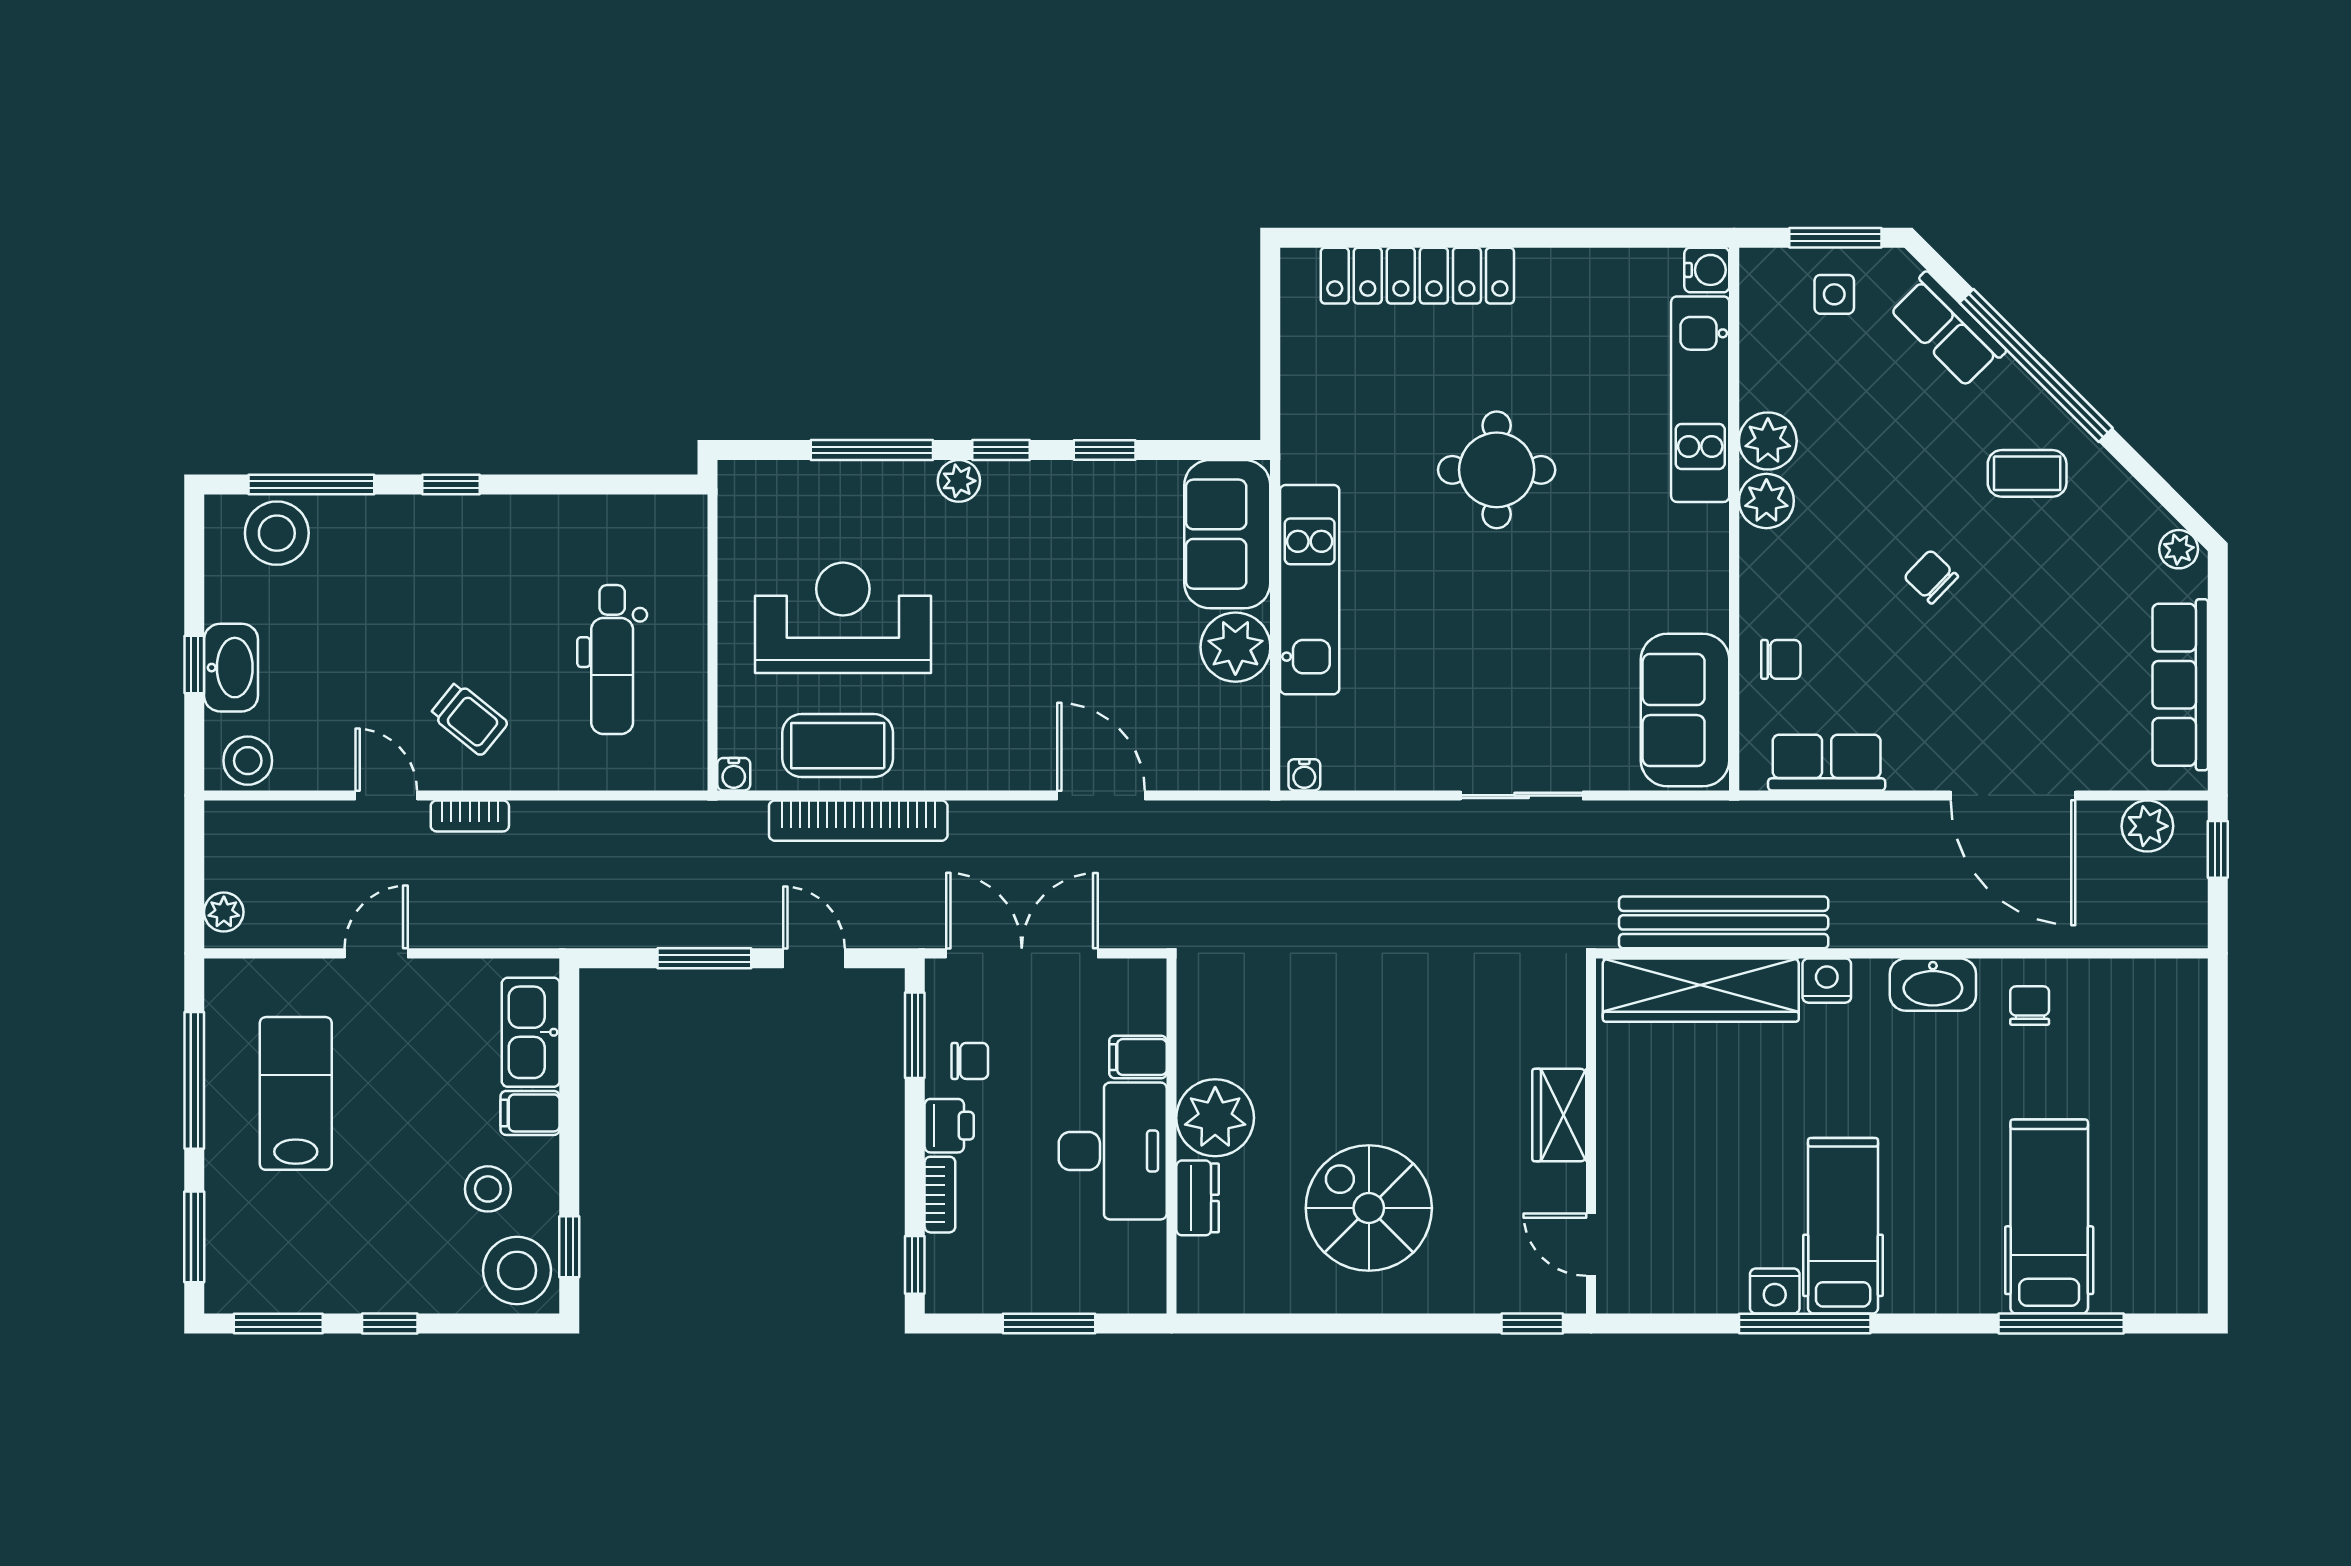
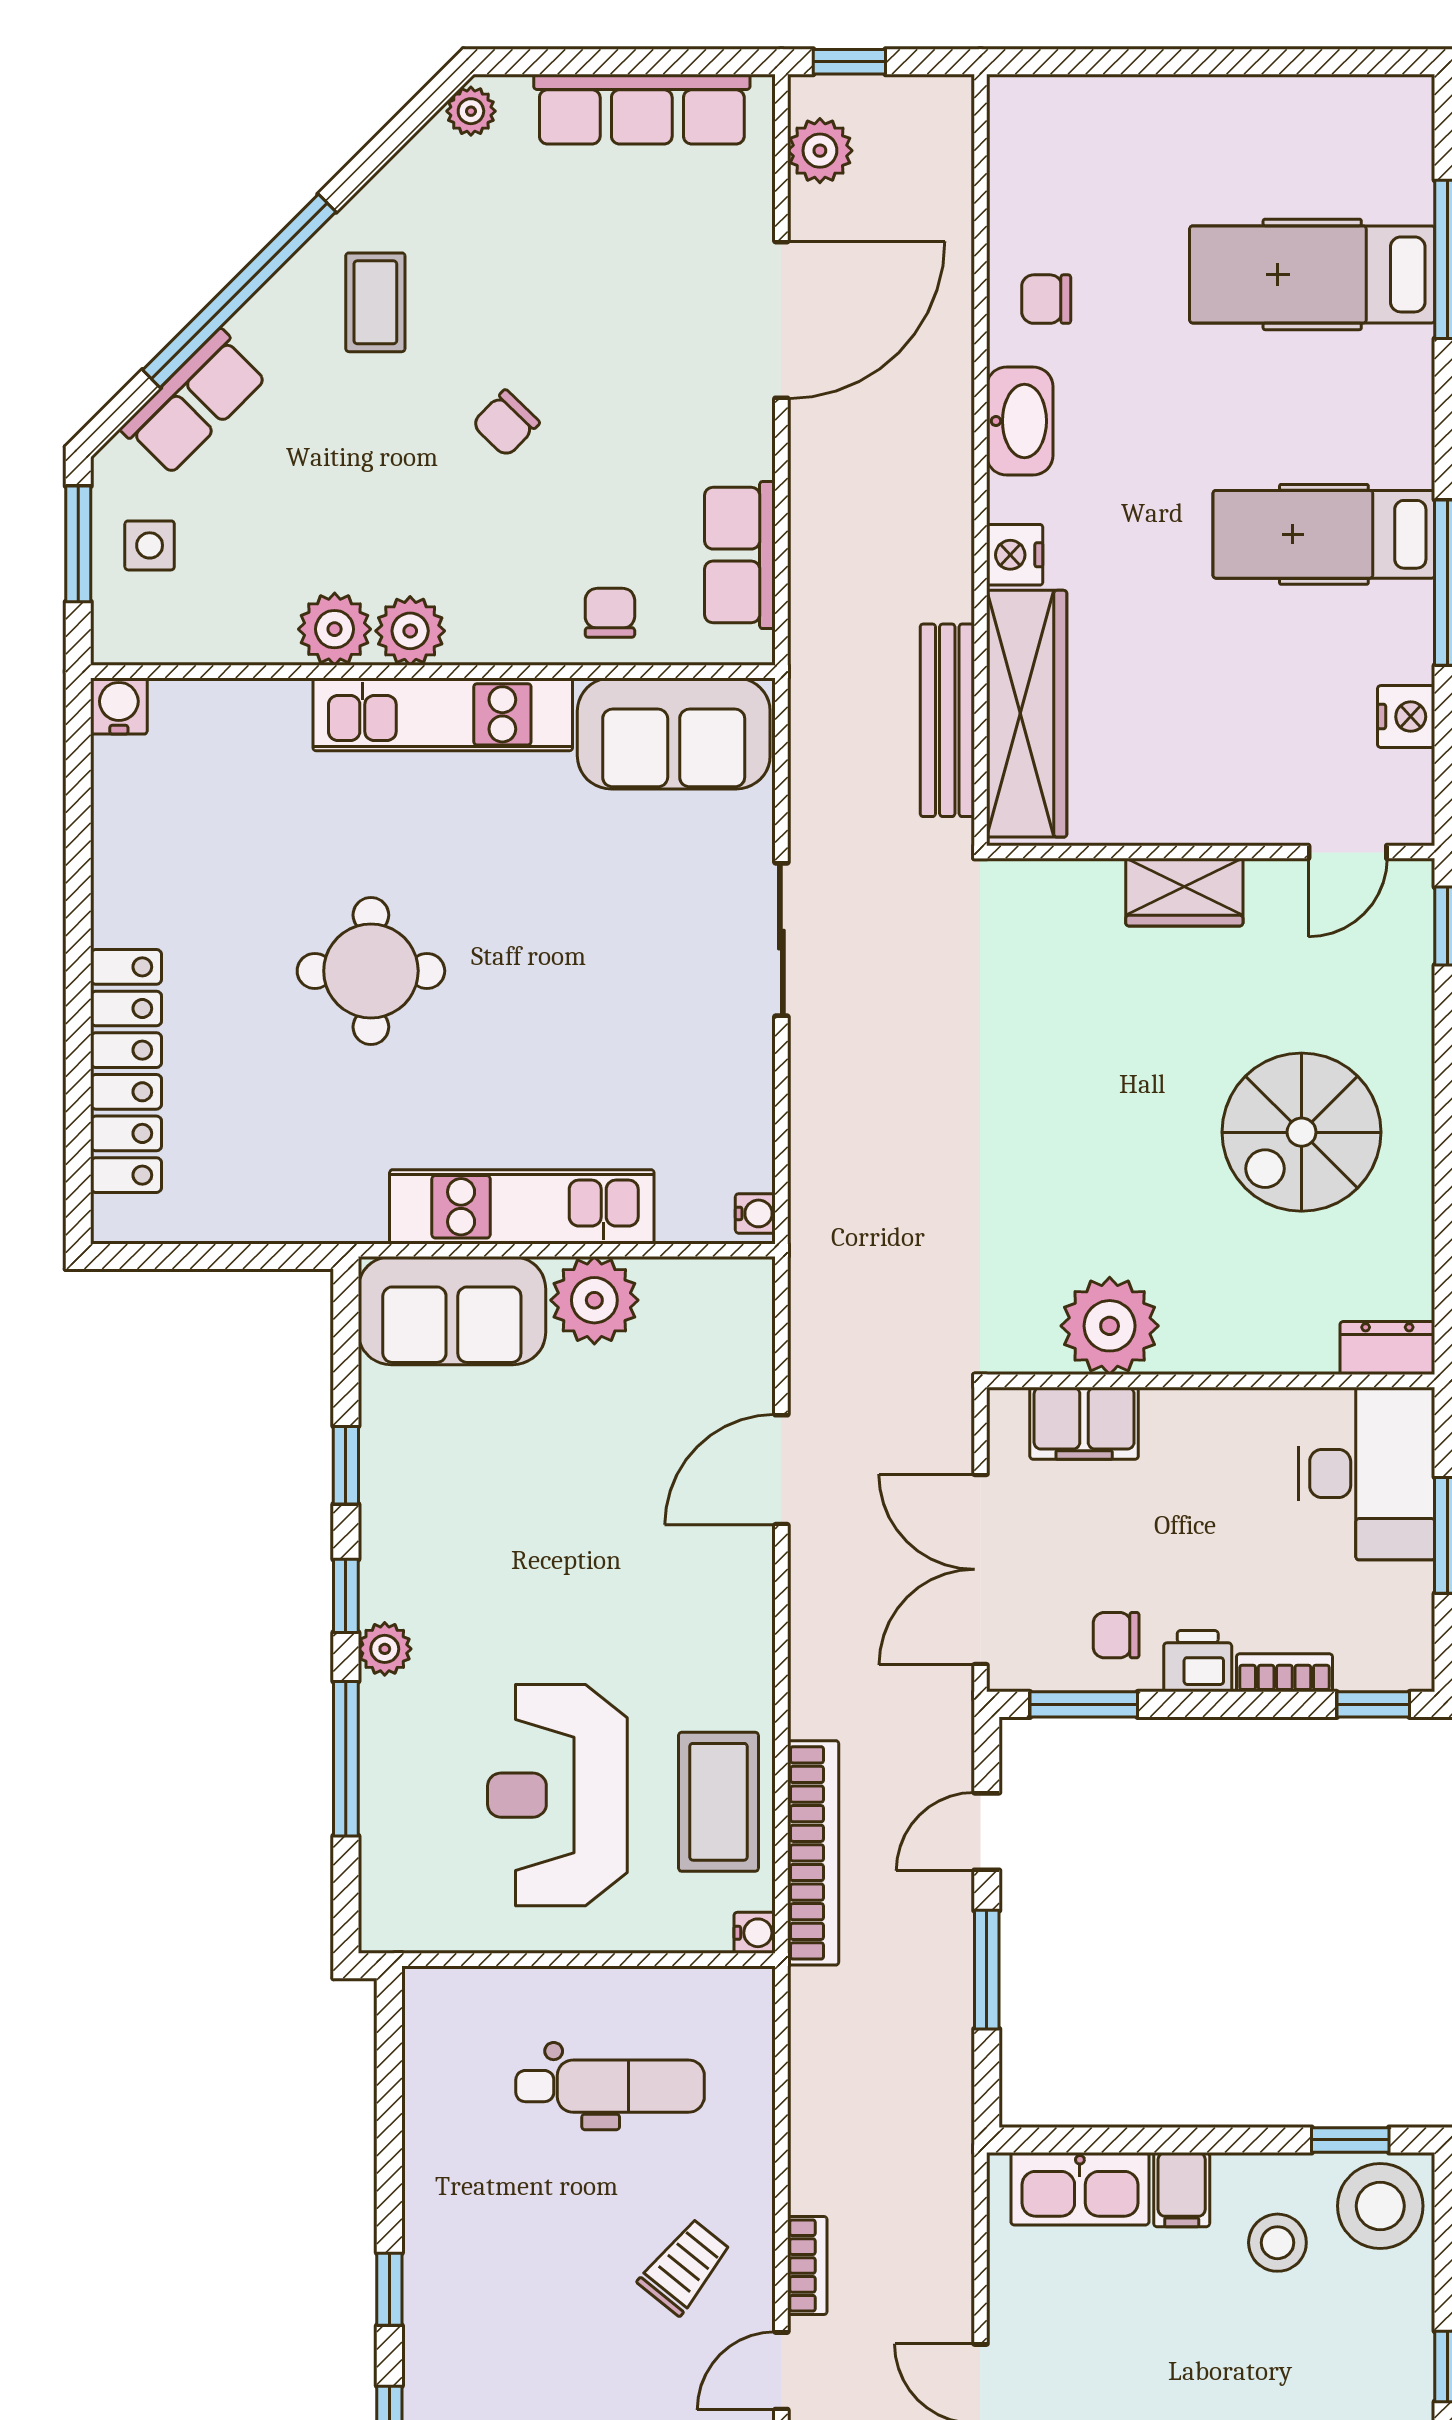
kitchen unit: (1700, 399) -> (443, 714), moved
bookcase: (858, 821) -> (813, 1853), moved
bench: (1724, 922) -> (947, 720), width x0.73, depth x0.82
filing cabinet: (1138, 1057) -> (1084, 1423), width x2.00
chair: (970, 1061) -> (1116, 1635), turned -90
plant: (1215, 1118) -> (1110, 1326), moved
desk: (1113, 1151) -> (1367, 1474), moved, turned 90
dresser: (1198, 1198) -> (1387, 1348), moved
nightstand: (1775, 1291) -> (1406, 717), moved

